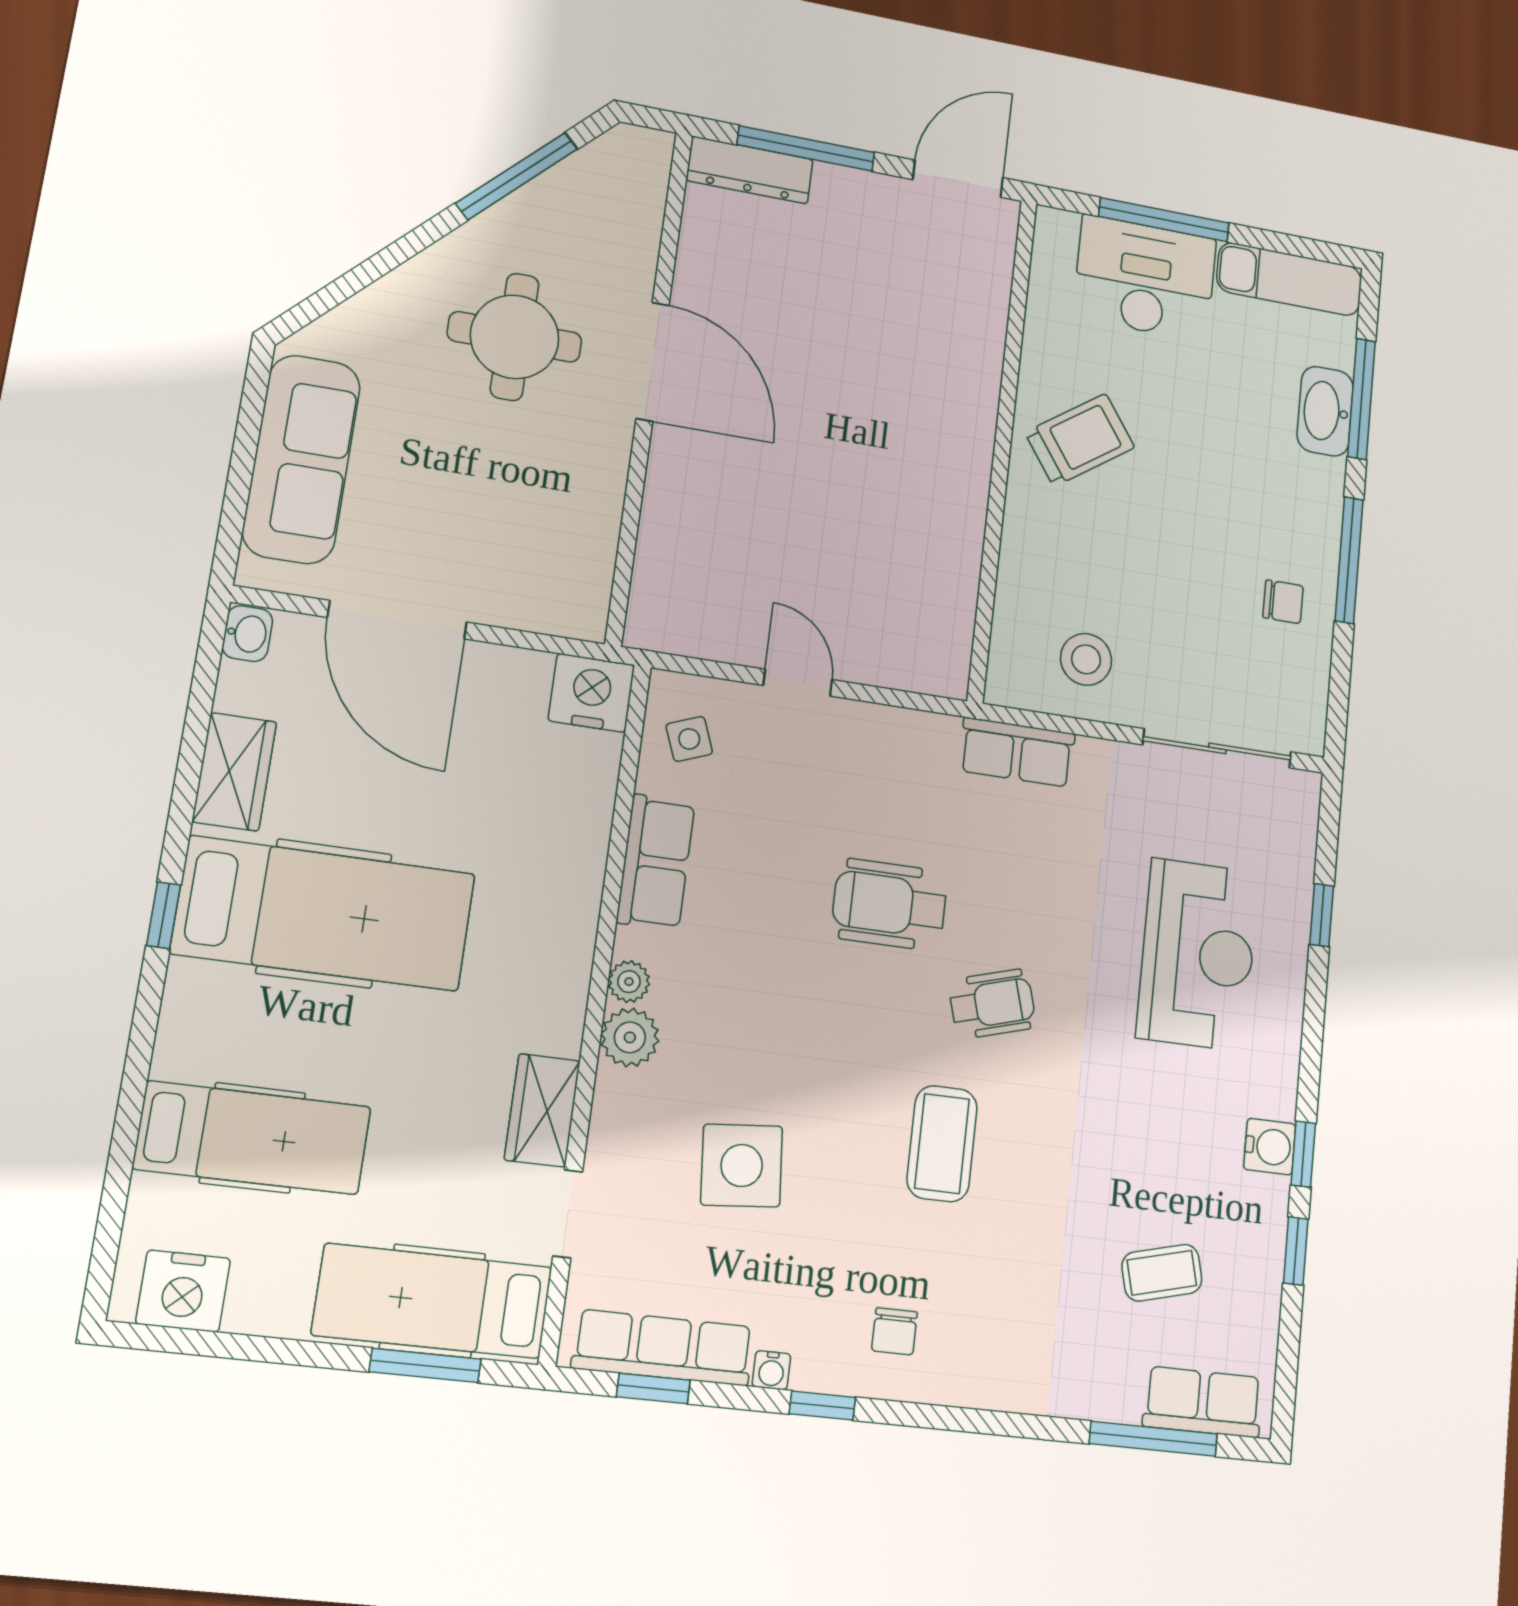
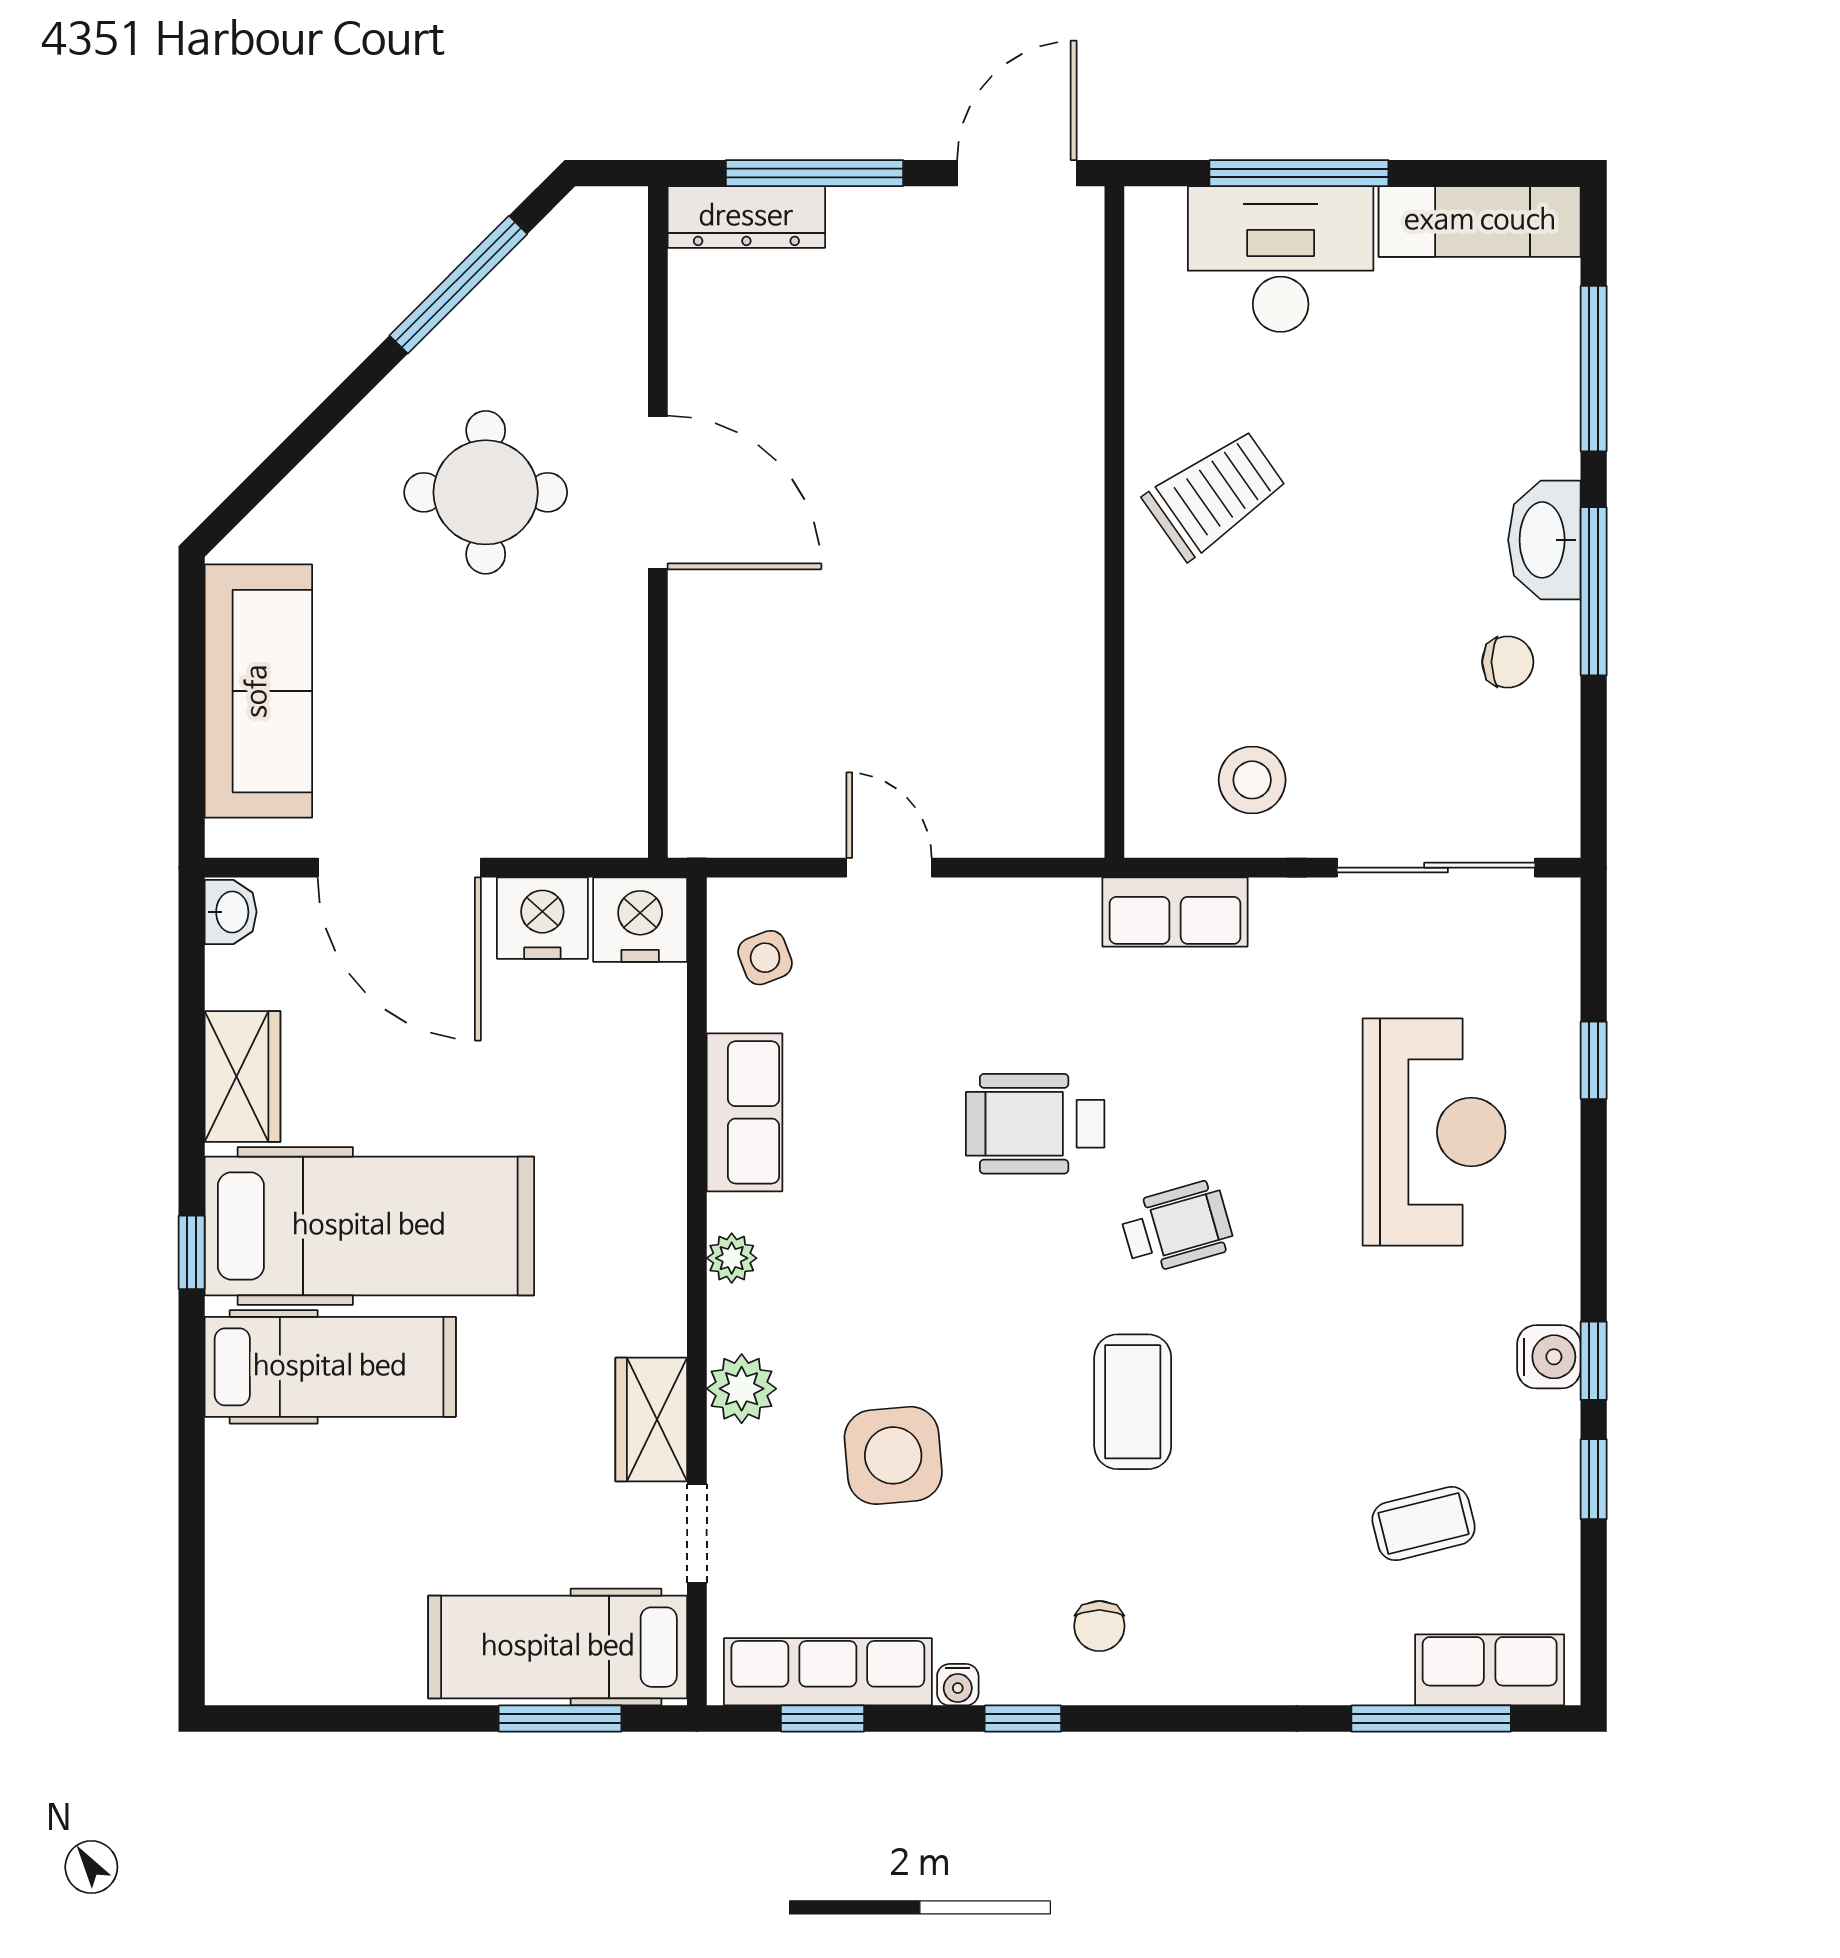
washbasin: (1325, 411) -> (1544, 540), moved
plant: (630, 1037) -> (742, 1389), moved
hospital bed: (253, 1138) -> (330, 1367), moved
nightstand: (183, 1291) -> (542, 918), moved, turned 180

